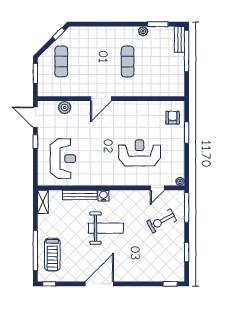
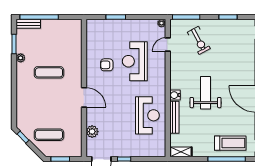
armchair: (173, 118) -> (107, 65), moved
reception desk: (63, 159) -> (147, 115), moved, turned 90
door: (157, 188) -> (168, 44), swing flipped

